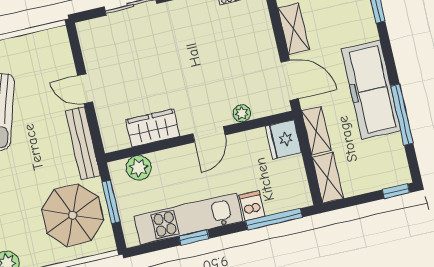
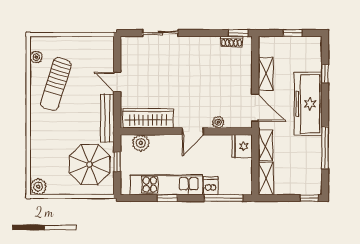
freezer: (371, 90) -> (308, 104), moved
wardrobe: (153, 128) -> (148, 118), width x1.50
window: (111, 202) -> (117, 162), width x0.67

